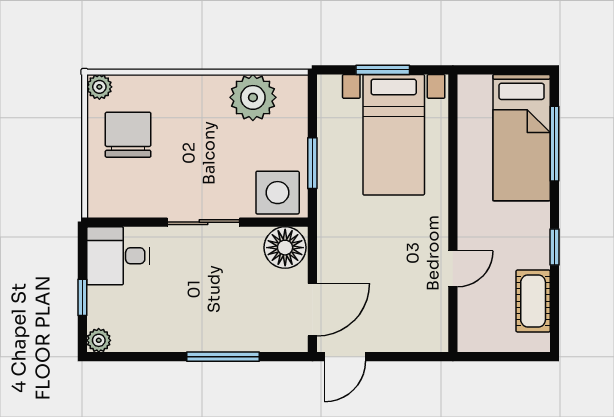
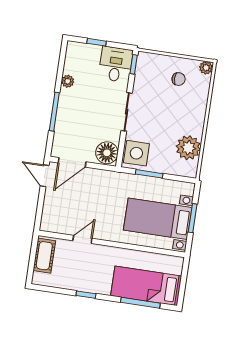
chair: (128, 135) -> (179, 79), width x0.54, depth x0.54
window: (113, 222) -> (134, 64), added
door: (453, 269) -> (82, 239), swing flipped
cot: (533, 301) -> (44, 256), moved, turned 90
door: (312, 310) -> (72, 162), hinge flipped
plant: (99, 340) -> (68, 81), moved

